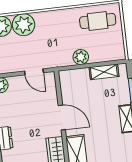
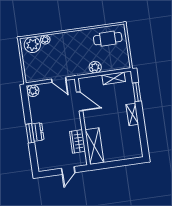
plant: (23, 25) -> (45, 40), width x0.53, depth x0.53
door: (62, 118) -> (80, 101), moved

